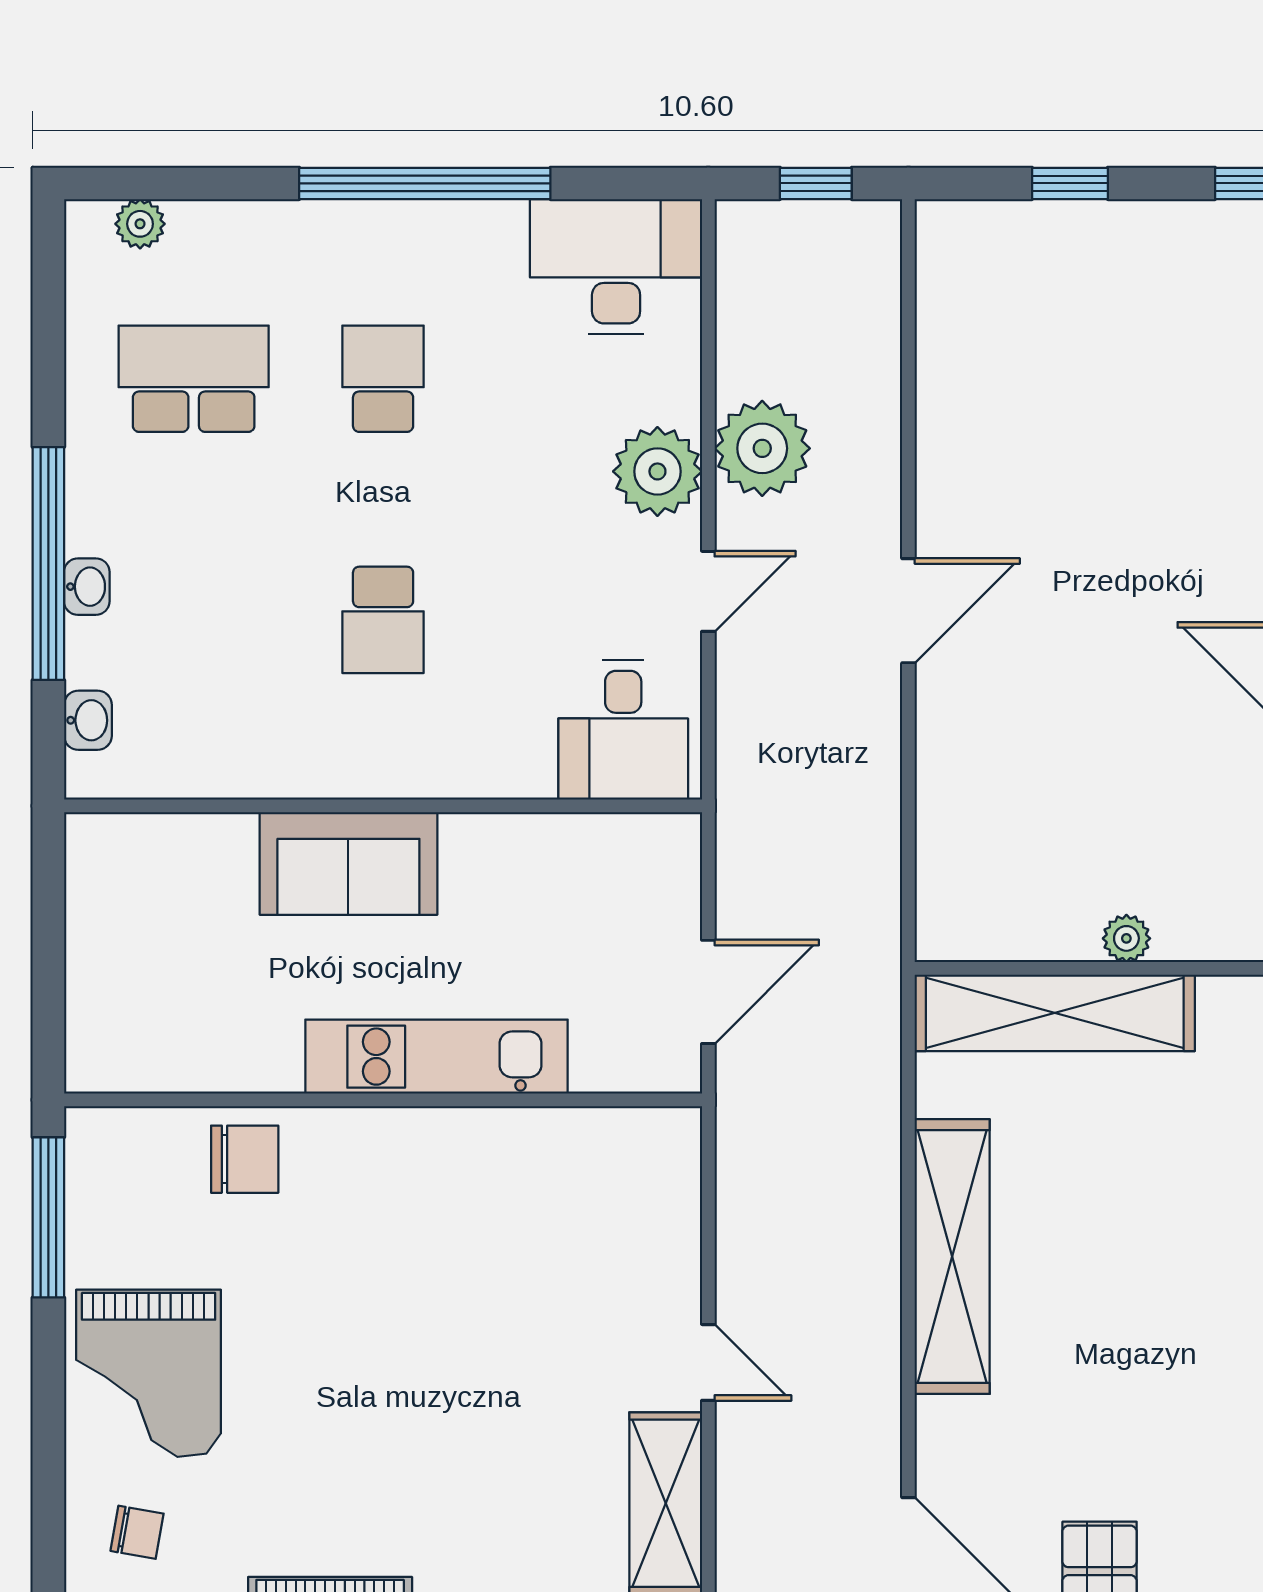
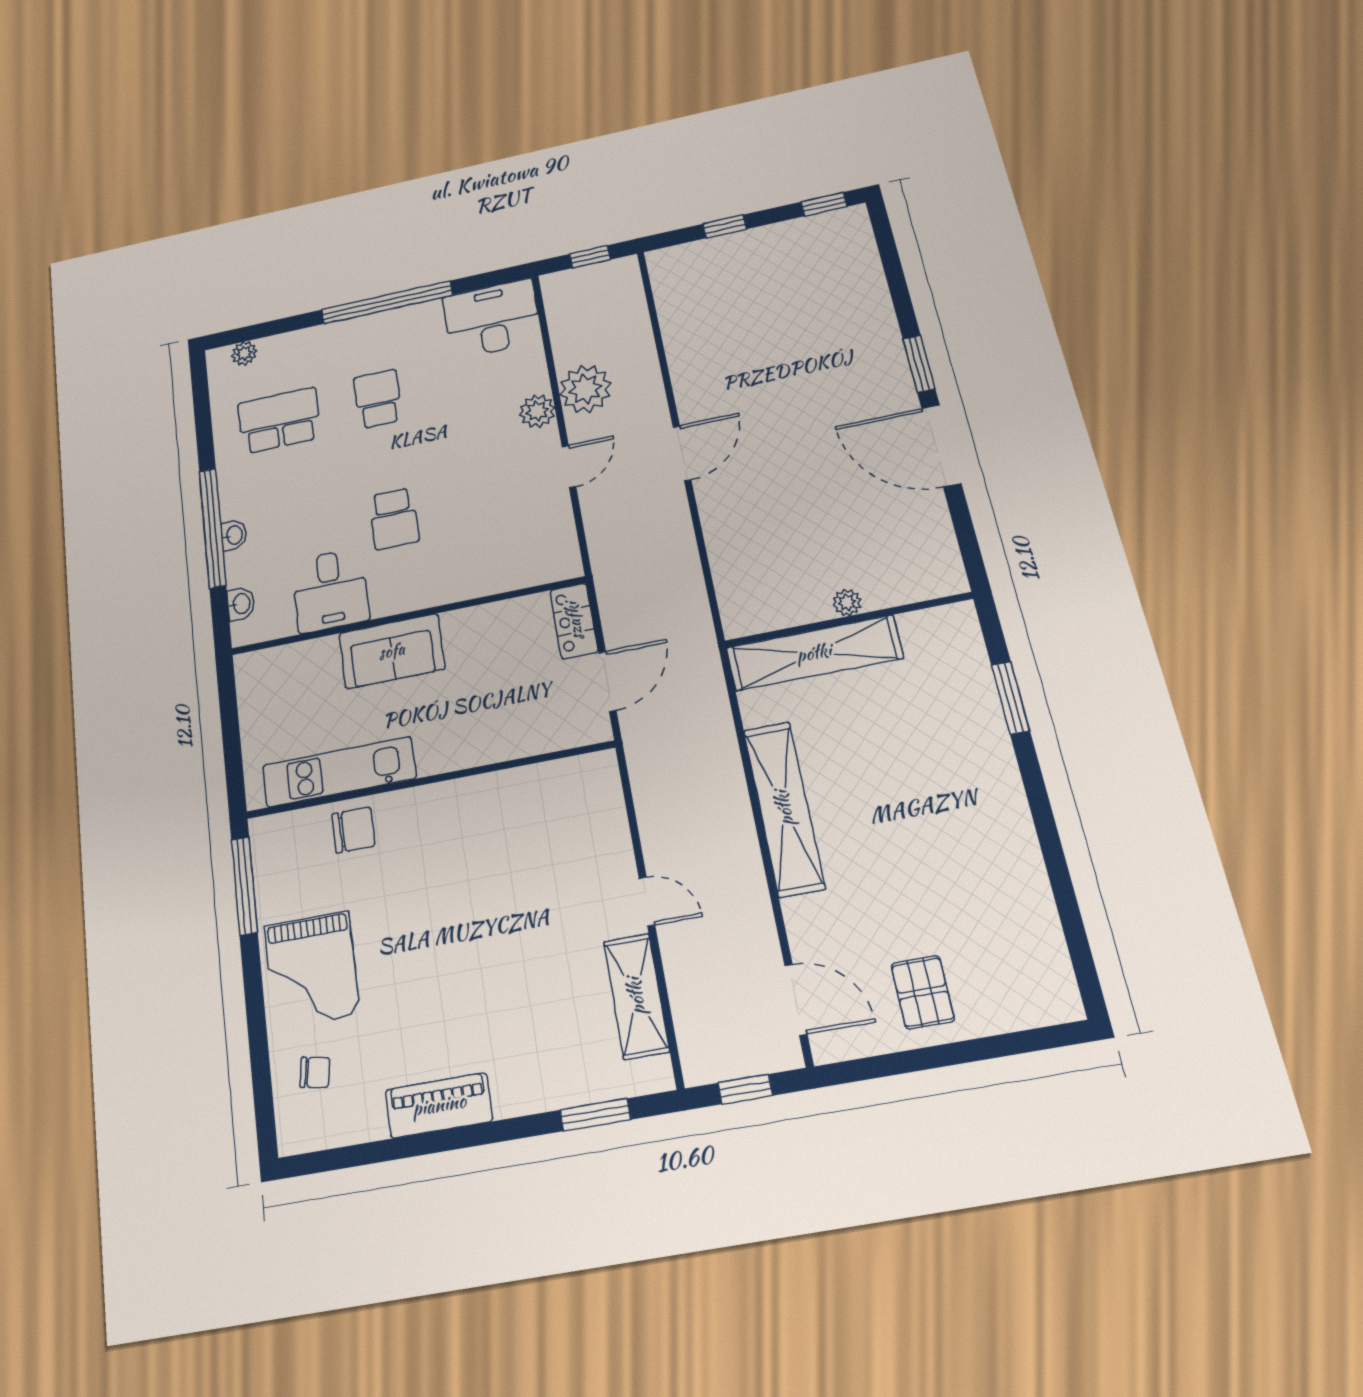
plant: (657, 471) -> (537, 411), width x0.73, depth x0.73
desk: (623, 730) -> (330, 590), moved
locker: (670, 875) -> (574, 621), added
kitchen unit: (437, 1057) -> (339, 772), moved

